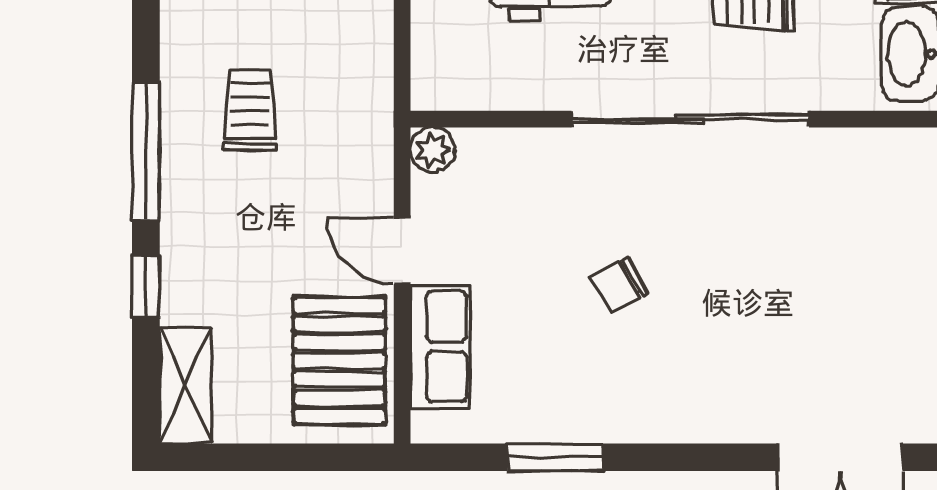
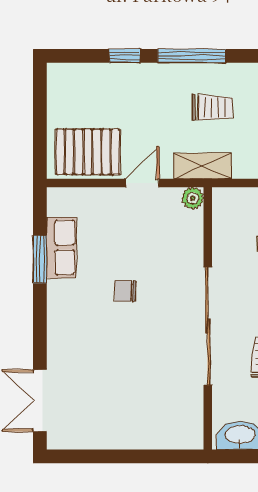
chair: (620, 285) -> (125, 291), turned -61
row of seats: (440, 347) -> (61, 248), moved, turned -90
shelving: (186, 386) -> (203, 166), moved

